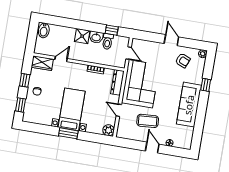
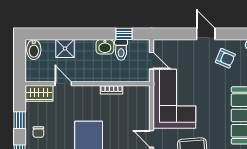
shower: (82, 36) -> (65, 48), moved
door: (61, 59) -> (63, 84), hinge flipped
dresser: (117, 82) -> (143, 102), removed

